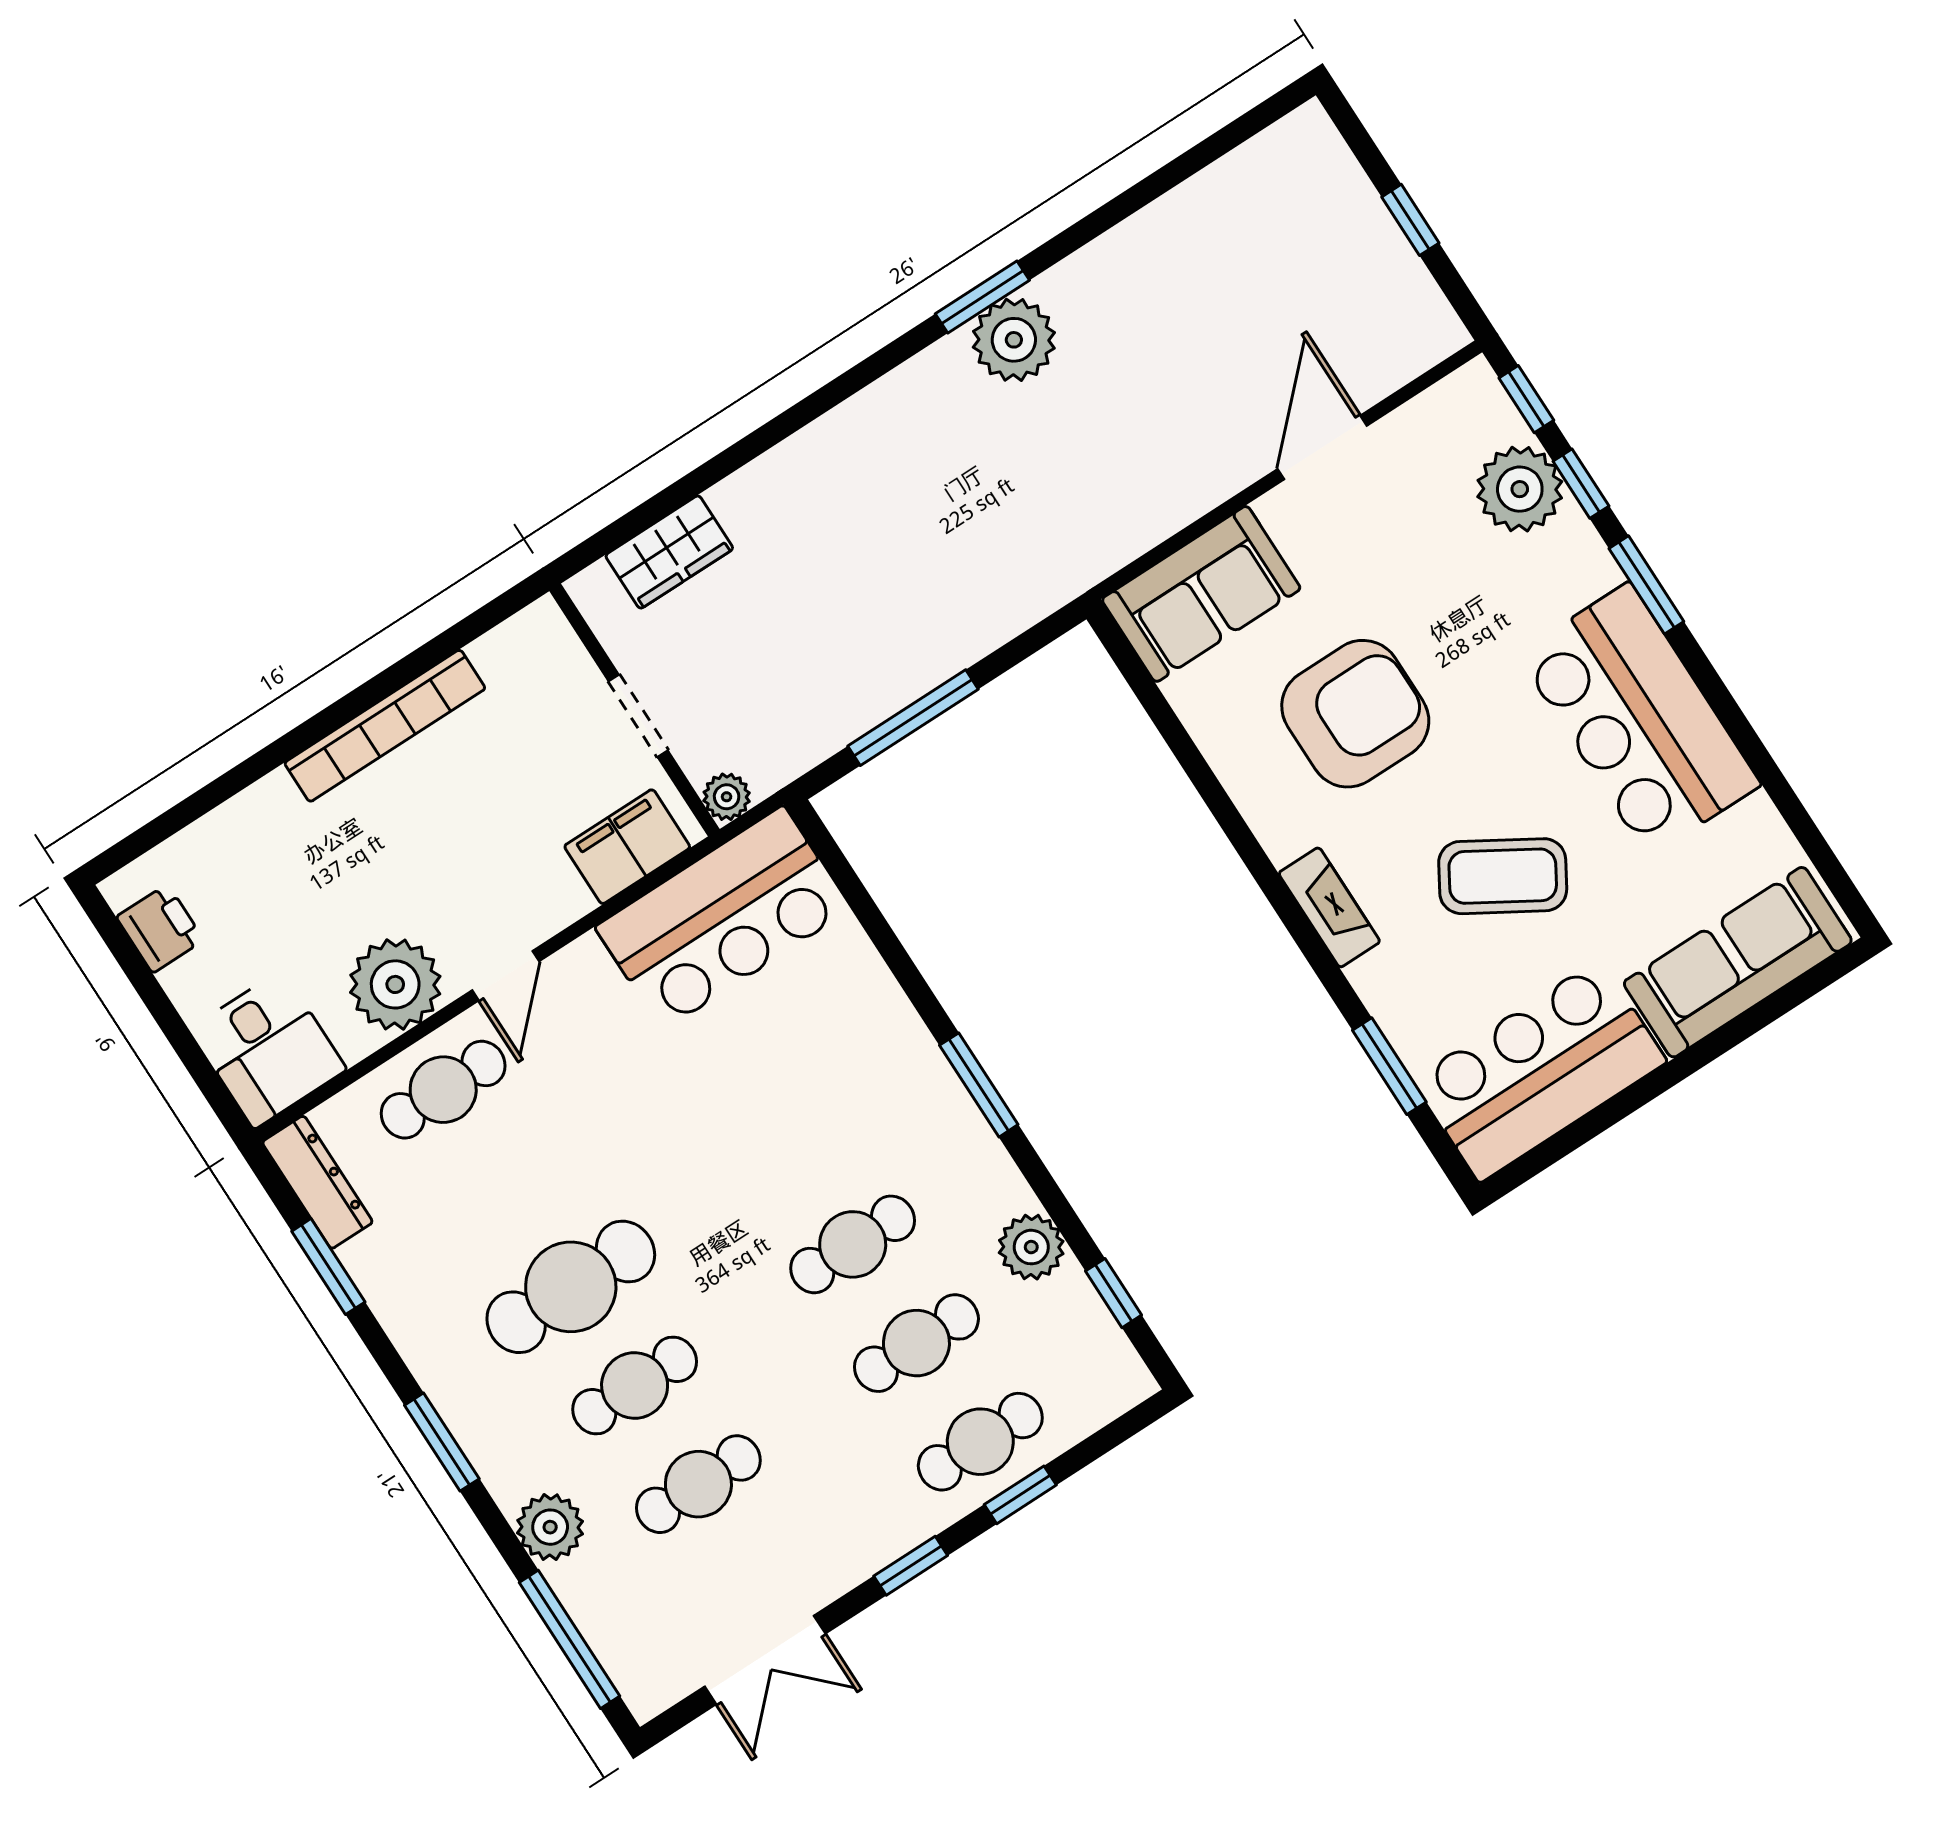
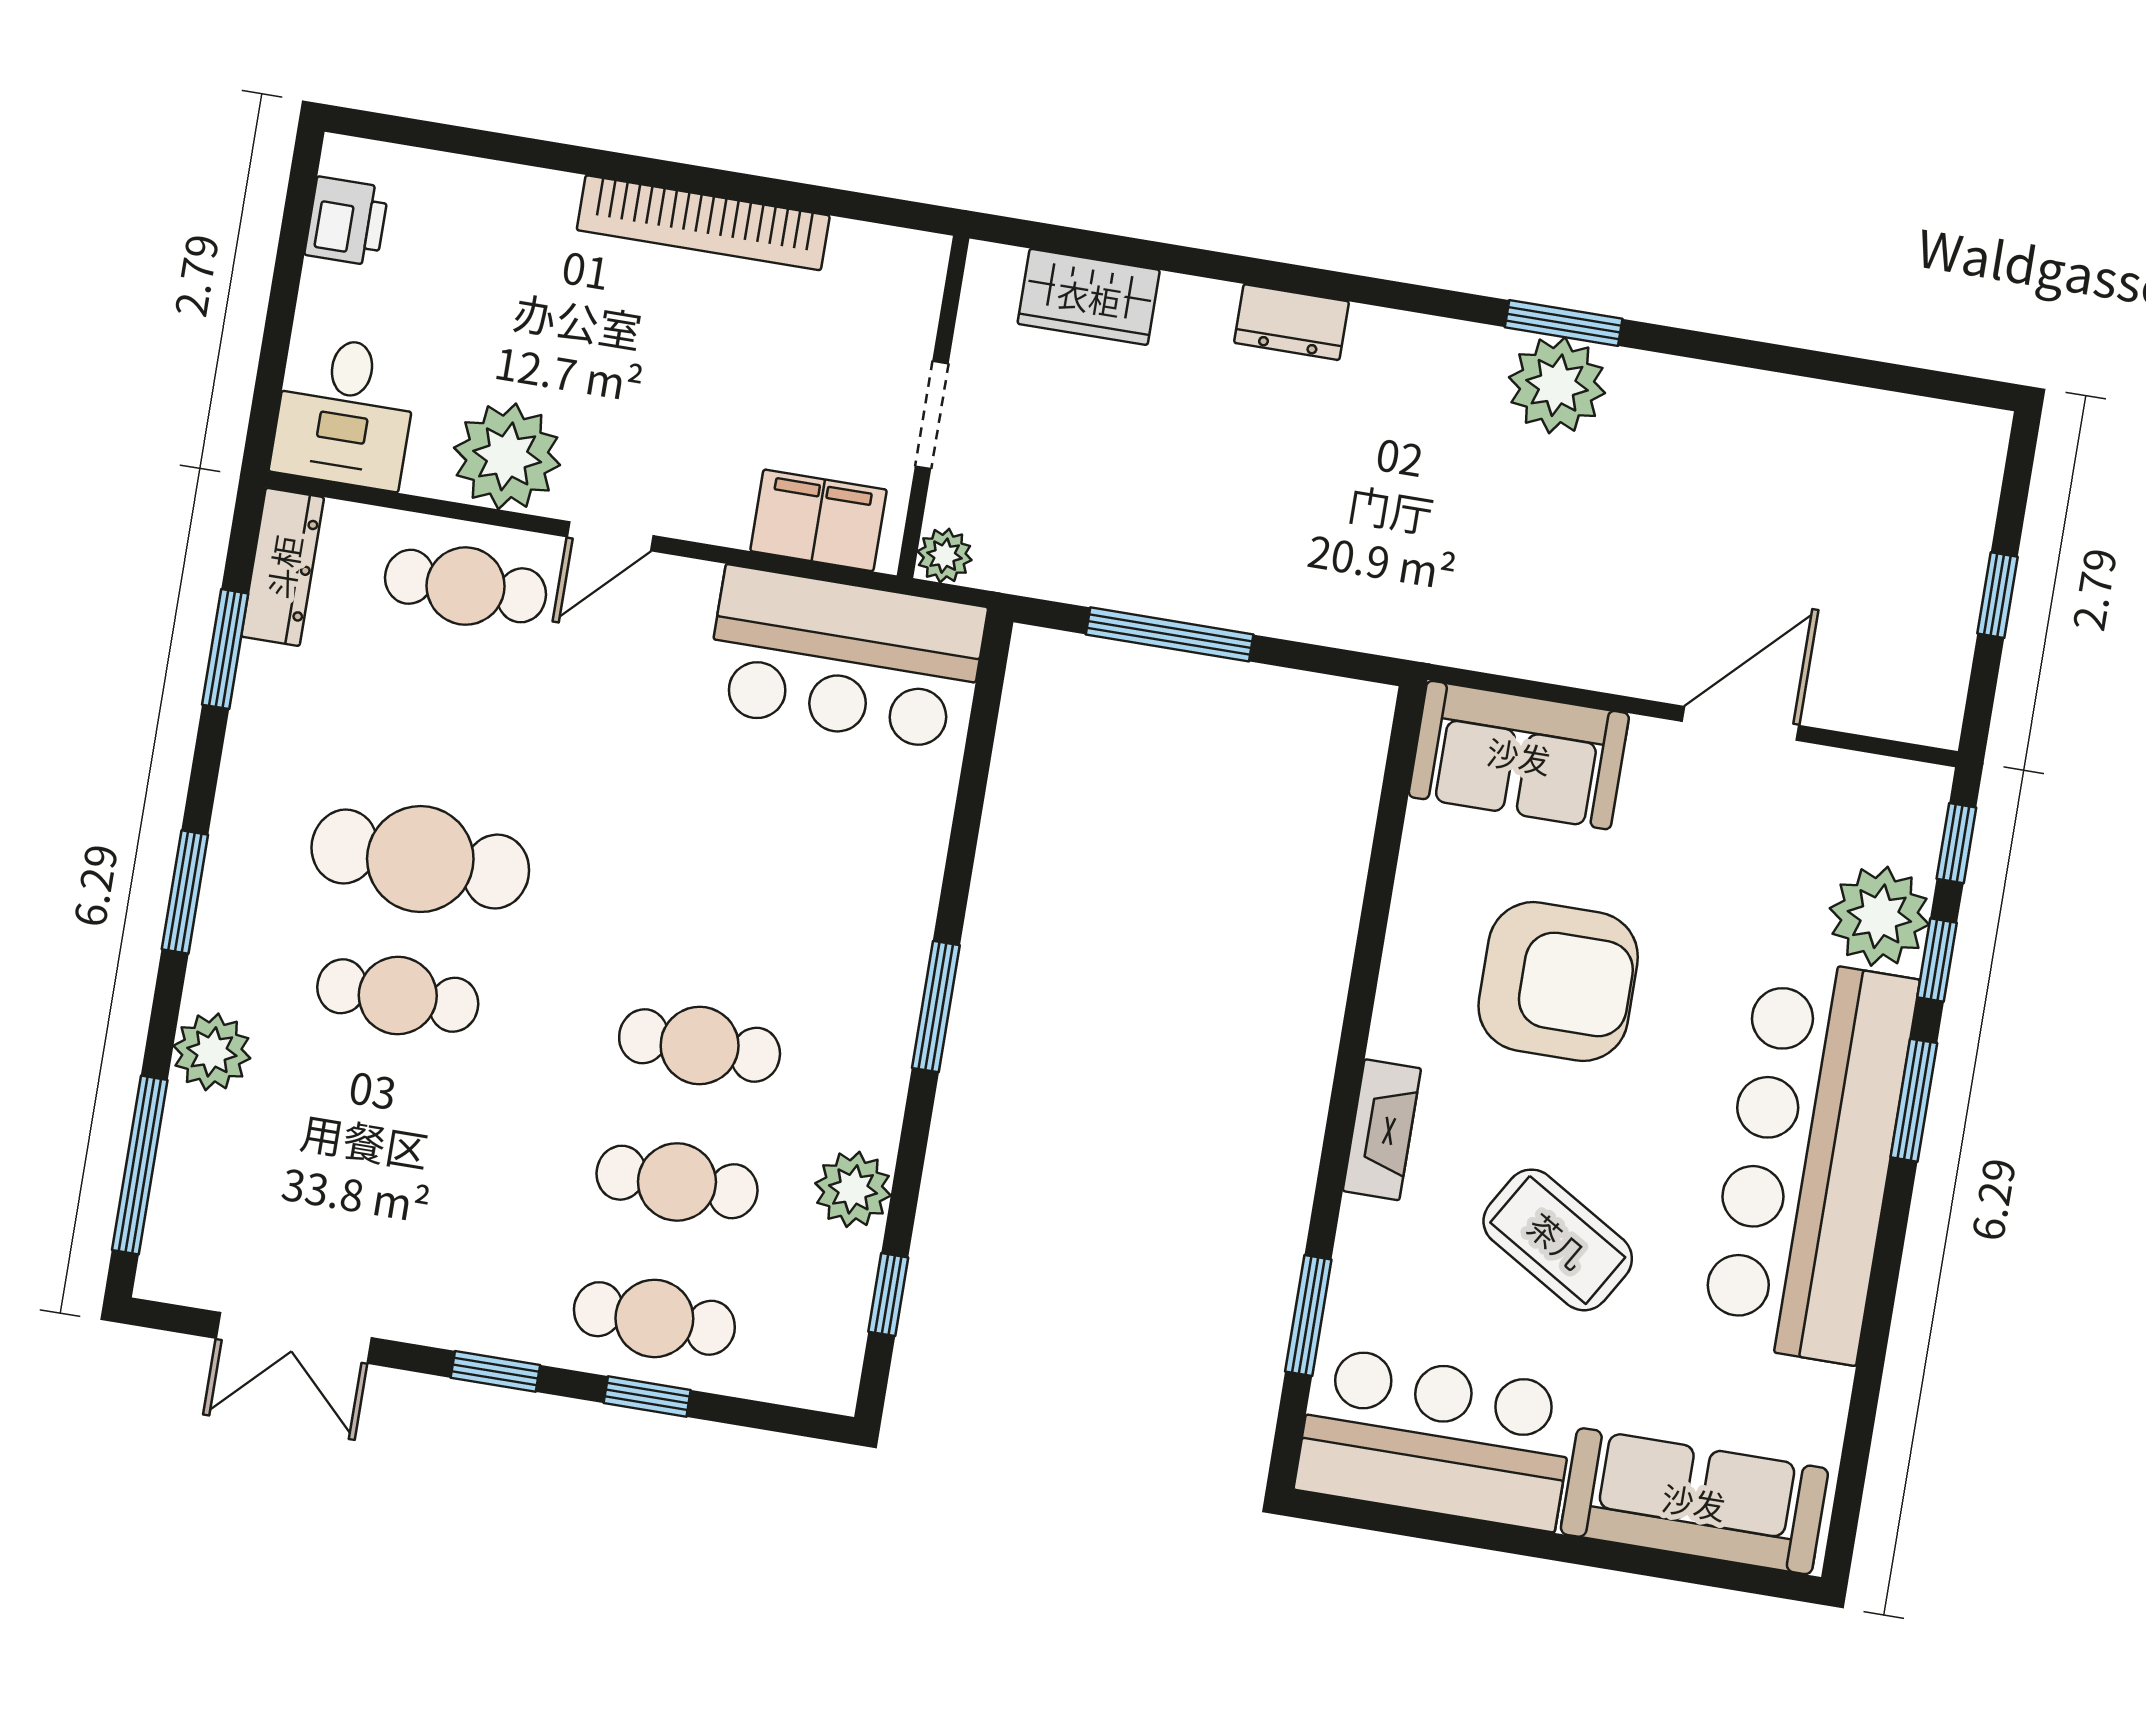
dresser: (811, 452) -> (1292, 322), added
bar counter: (1639, 719) -> (1809, 1160), width x1.36
cafe table: (698, 1484) -> (375, 1132), removed

